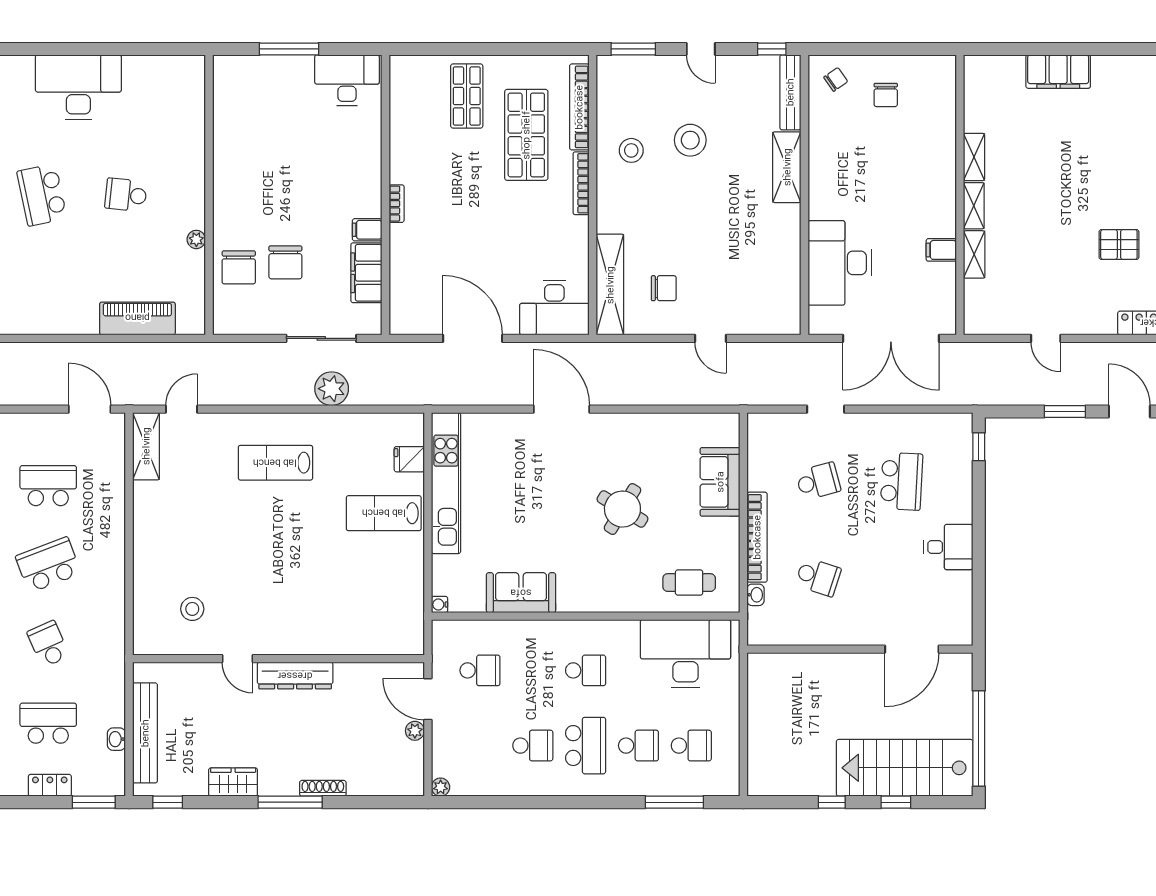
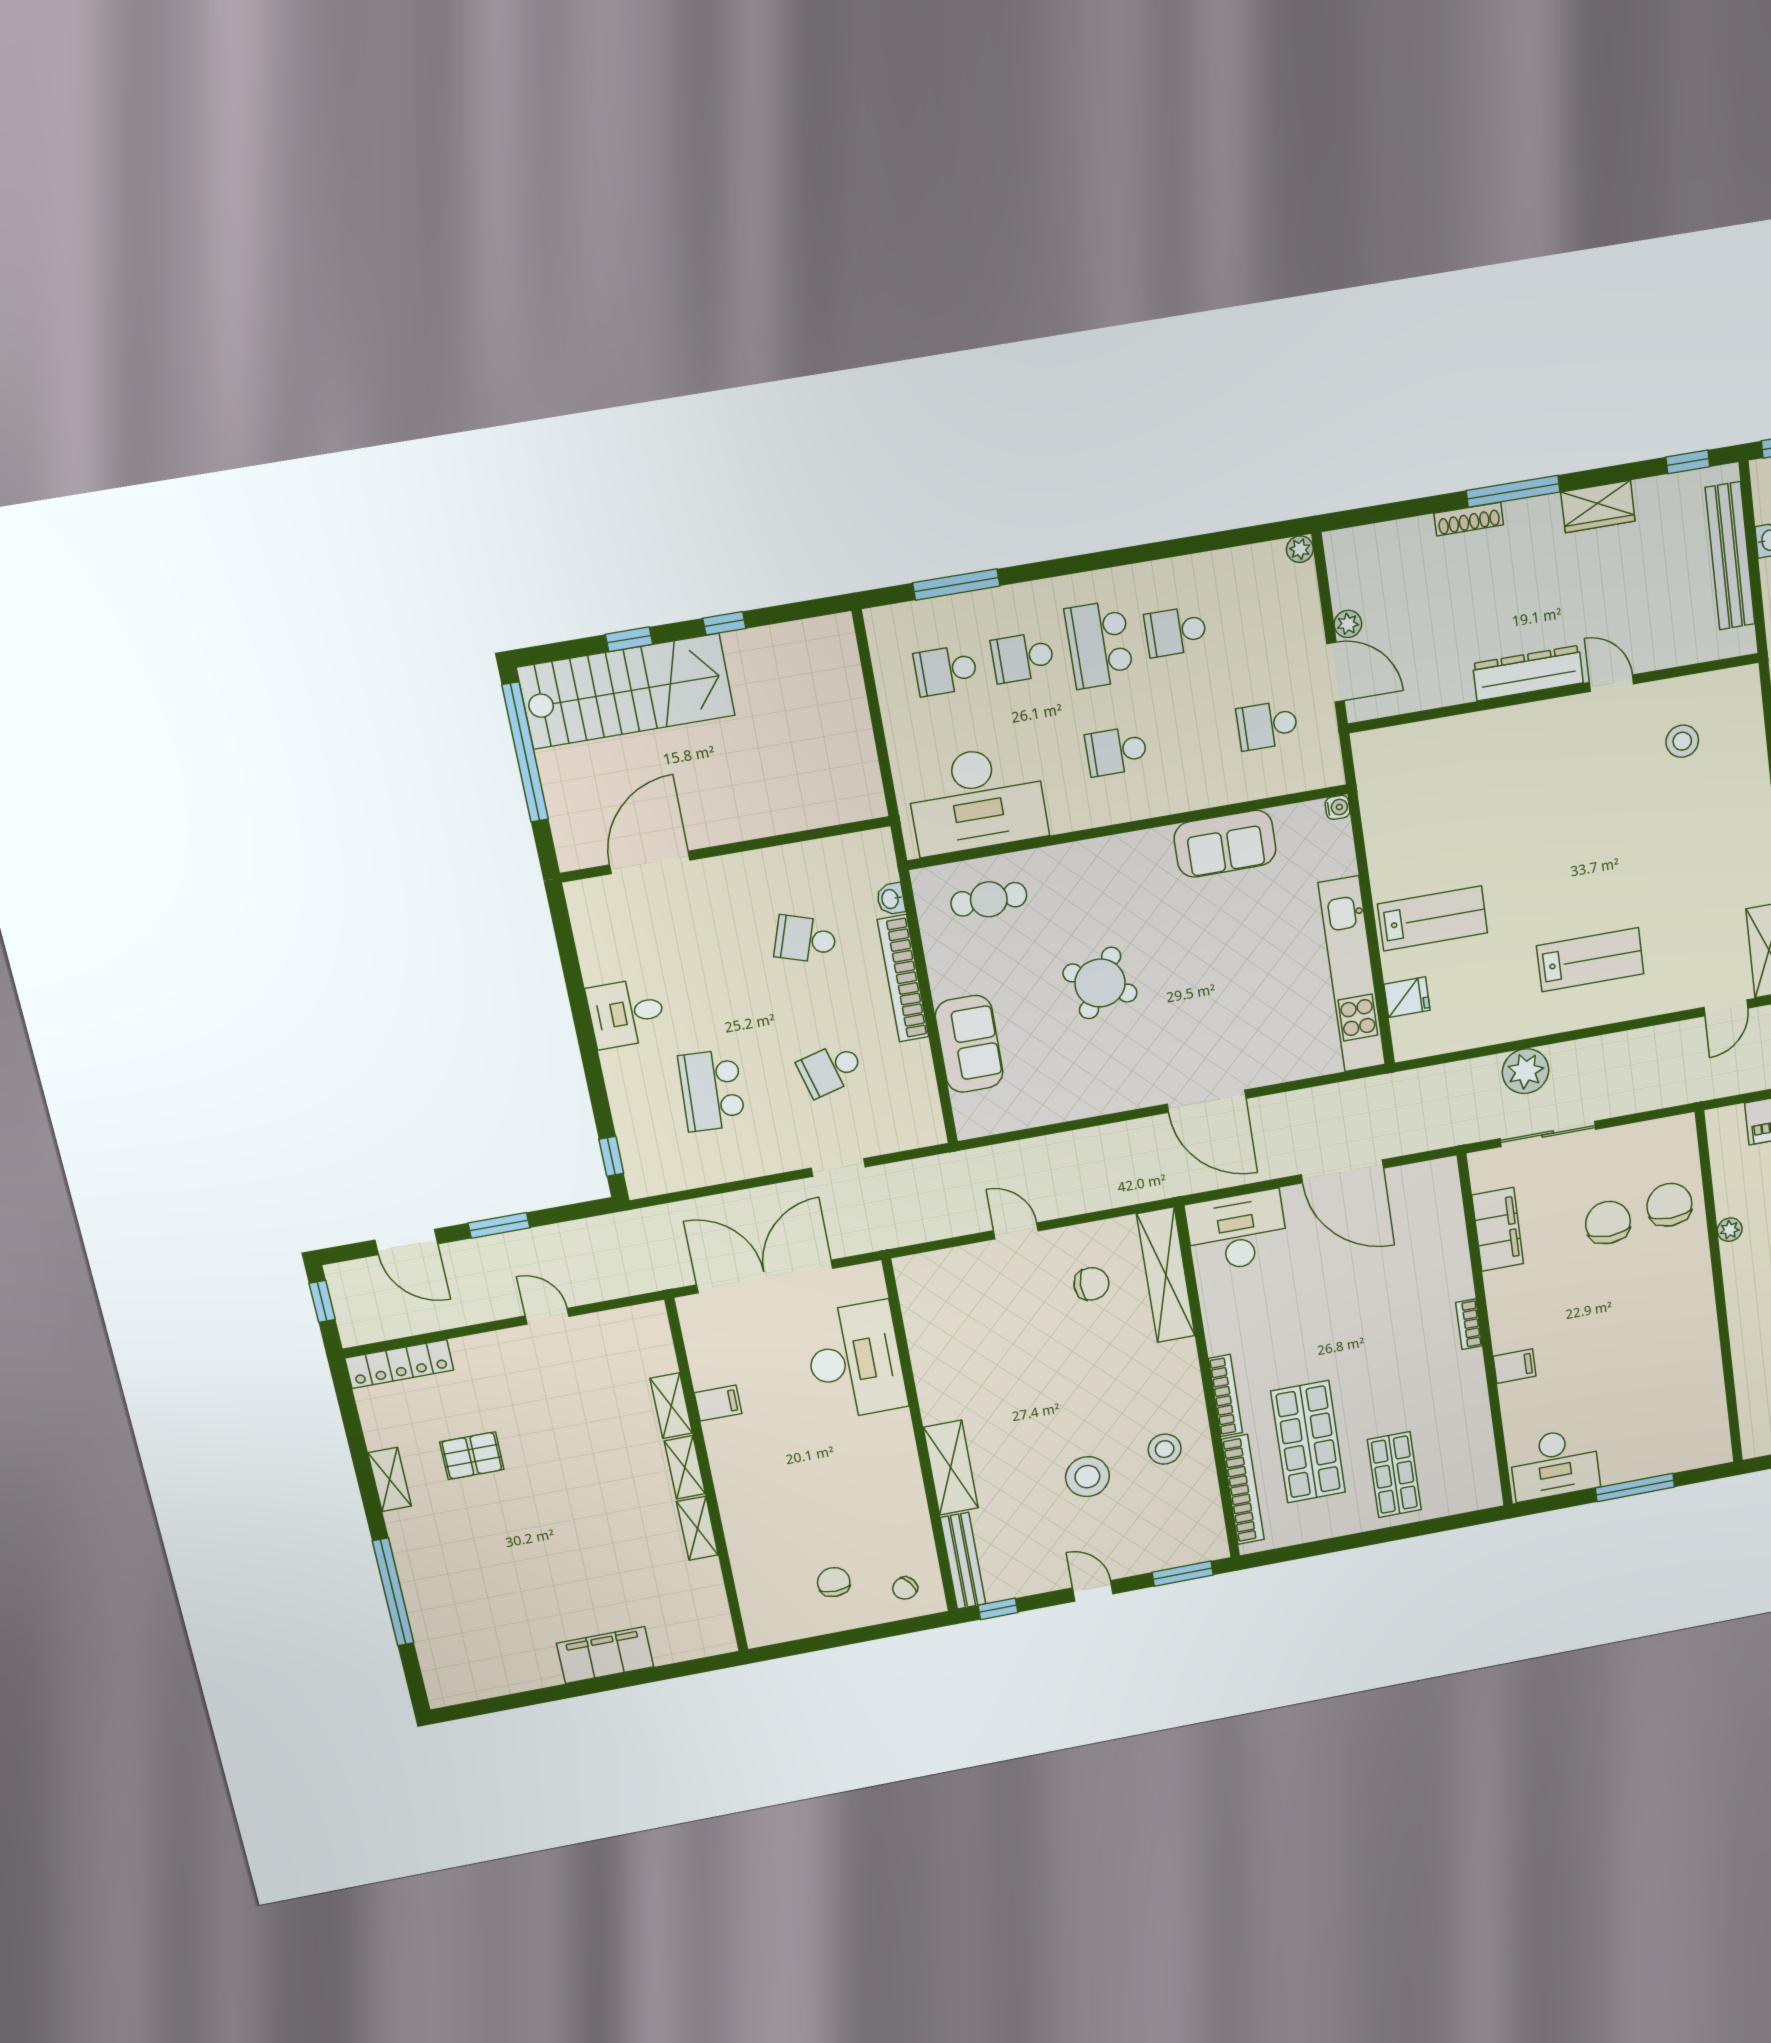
filing cabinet: (367, 230) -> (1515, 1366), moved
chair: (664, 288) -> (1091, 1284), turned 180

